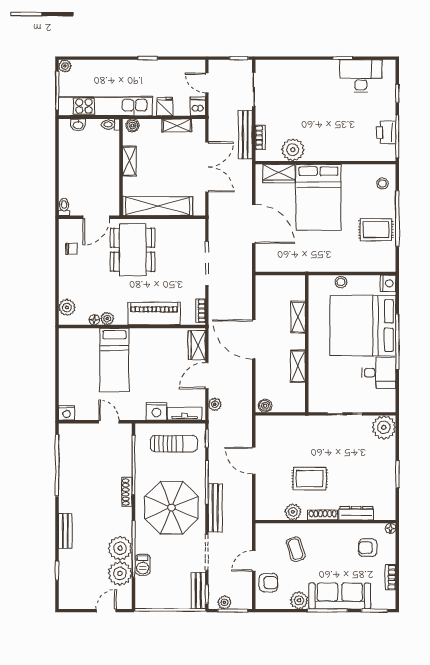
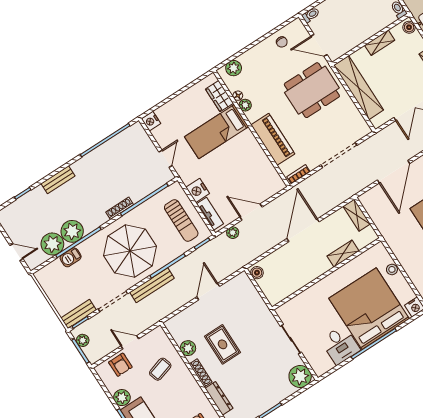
wardrobe: (197, 345) -> (219, 96), moved, turned -90
shelving: (298, 366) -> (357, 215), moved, turned 90

